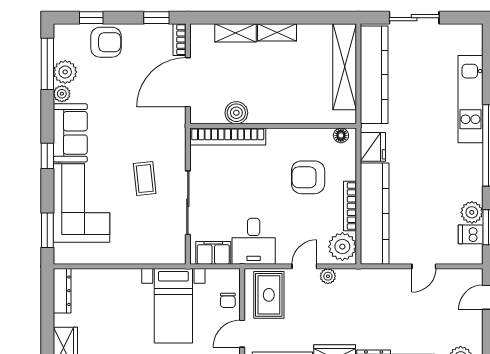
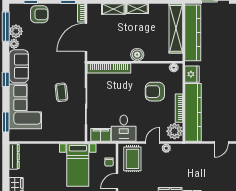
boiler: (236, 113) -> (137, 55), moved

